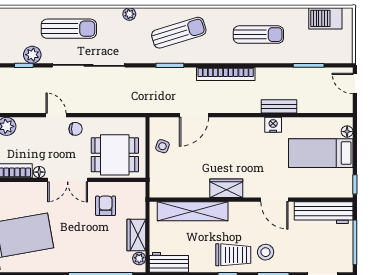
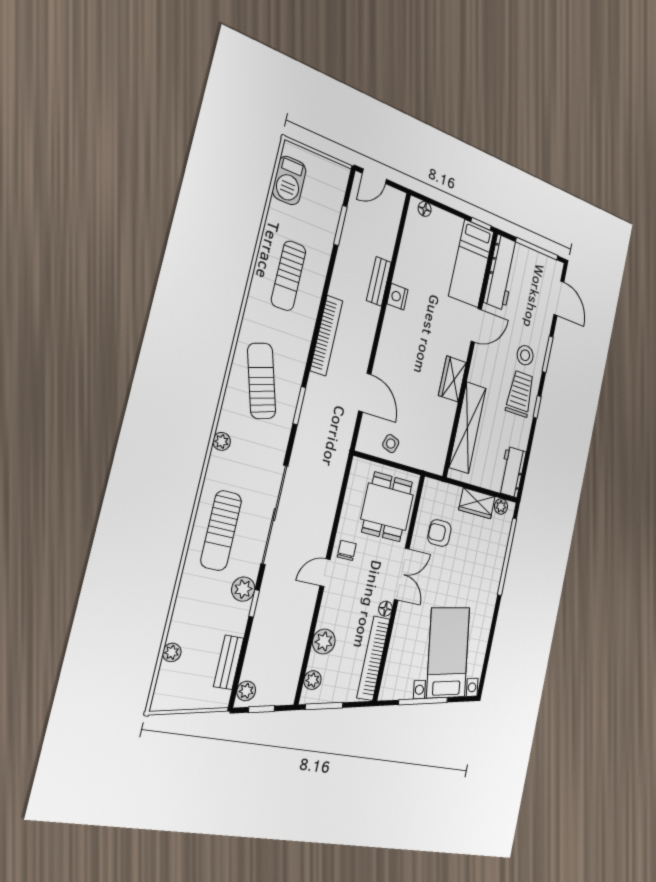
sun lounger: (69, 29) -> (221, 531), turned 180
sun lounger: (258, 35) -> (289, 276), turned 180
bed: (321, 153) -> (471, 264), moved

